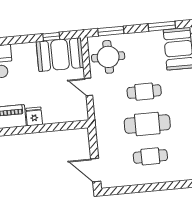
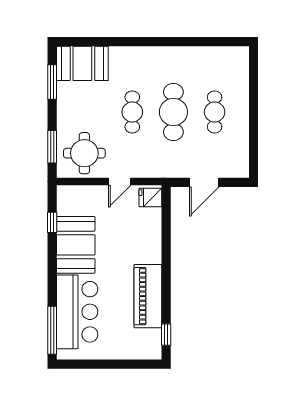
booth: (60, 55) -> (76, 245), moved
fridge: (34, 116) -> (150, 198), moved
door: (96, 170) -> (204, 182), moved

